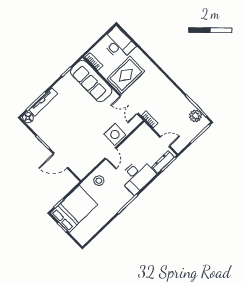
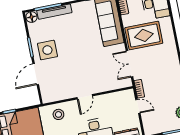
side table: (115, 135) -> (47, 50), moved
door: (165, 142) -> (138, 106), moved
door: (60, 160) -> (36, 74), hinge flipped

